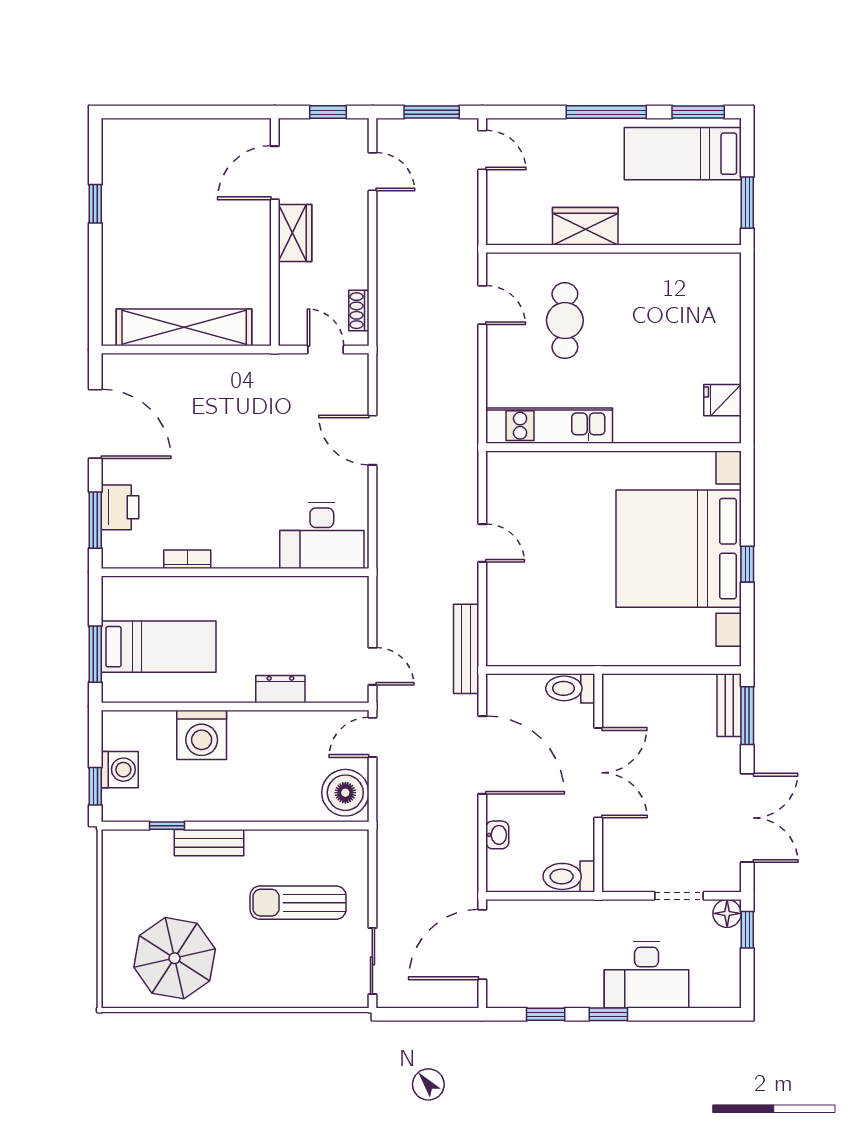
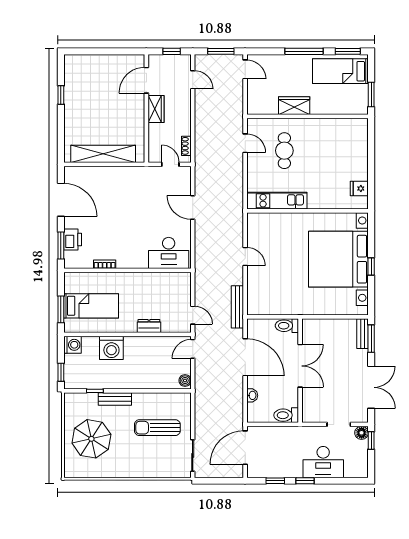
washing machine: (120, 770) -> (72, 345), moved
boiler: (345, 793) -> (185, 380), width x0.54, depth x0.54
parasol: (175, 958) -> (91, 439), moved

